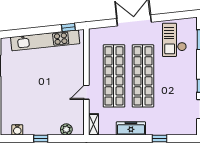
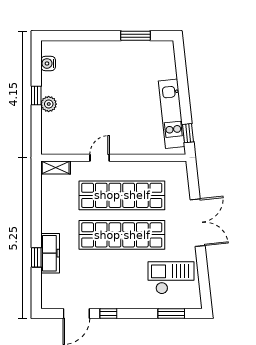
kitchen unit: (45, 40) -> (172, 114), width x0.73
door: (86, 92) -> (100, 158), hinge flipped
freezer: (131, 128) -> (50, 253), moved
plant: (66, 129) -> (49, 104), moved

